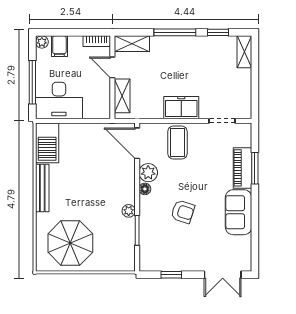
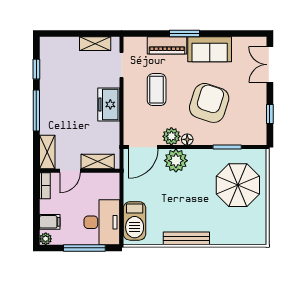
shelving: (244, 52) -> (95, 44), moved
barbecue: (47, 143) -> (135, 221), moved, turned 90
coffee table: (177, 143) -> (157, 90), moved, turned 90
window: (255, 168) -> (184, 33), moved
plant: (129, 211) -> (176, 161), moved, width x1.88, depth x1.88
armchair: (183, 212) -> (209, 103), width x1.88, depth x1.88
parasol: (70, 243) -> (238, 185), moved
double door: (223, 275) -> (270, 65), swing flipped

